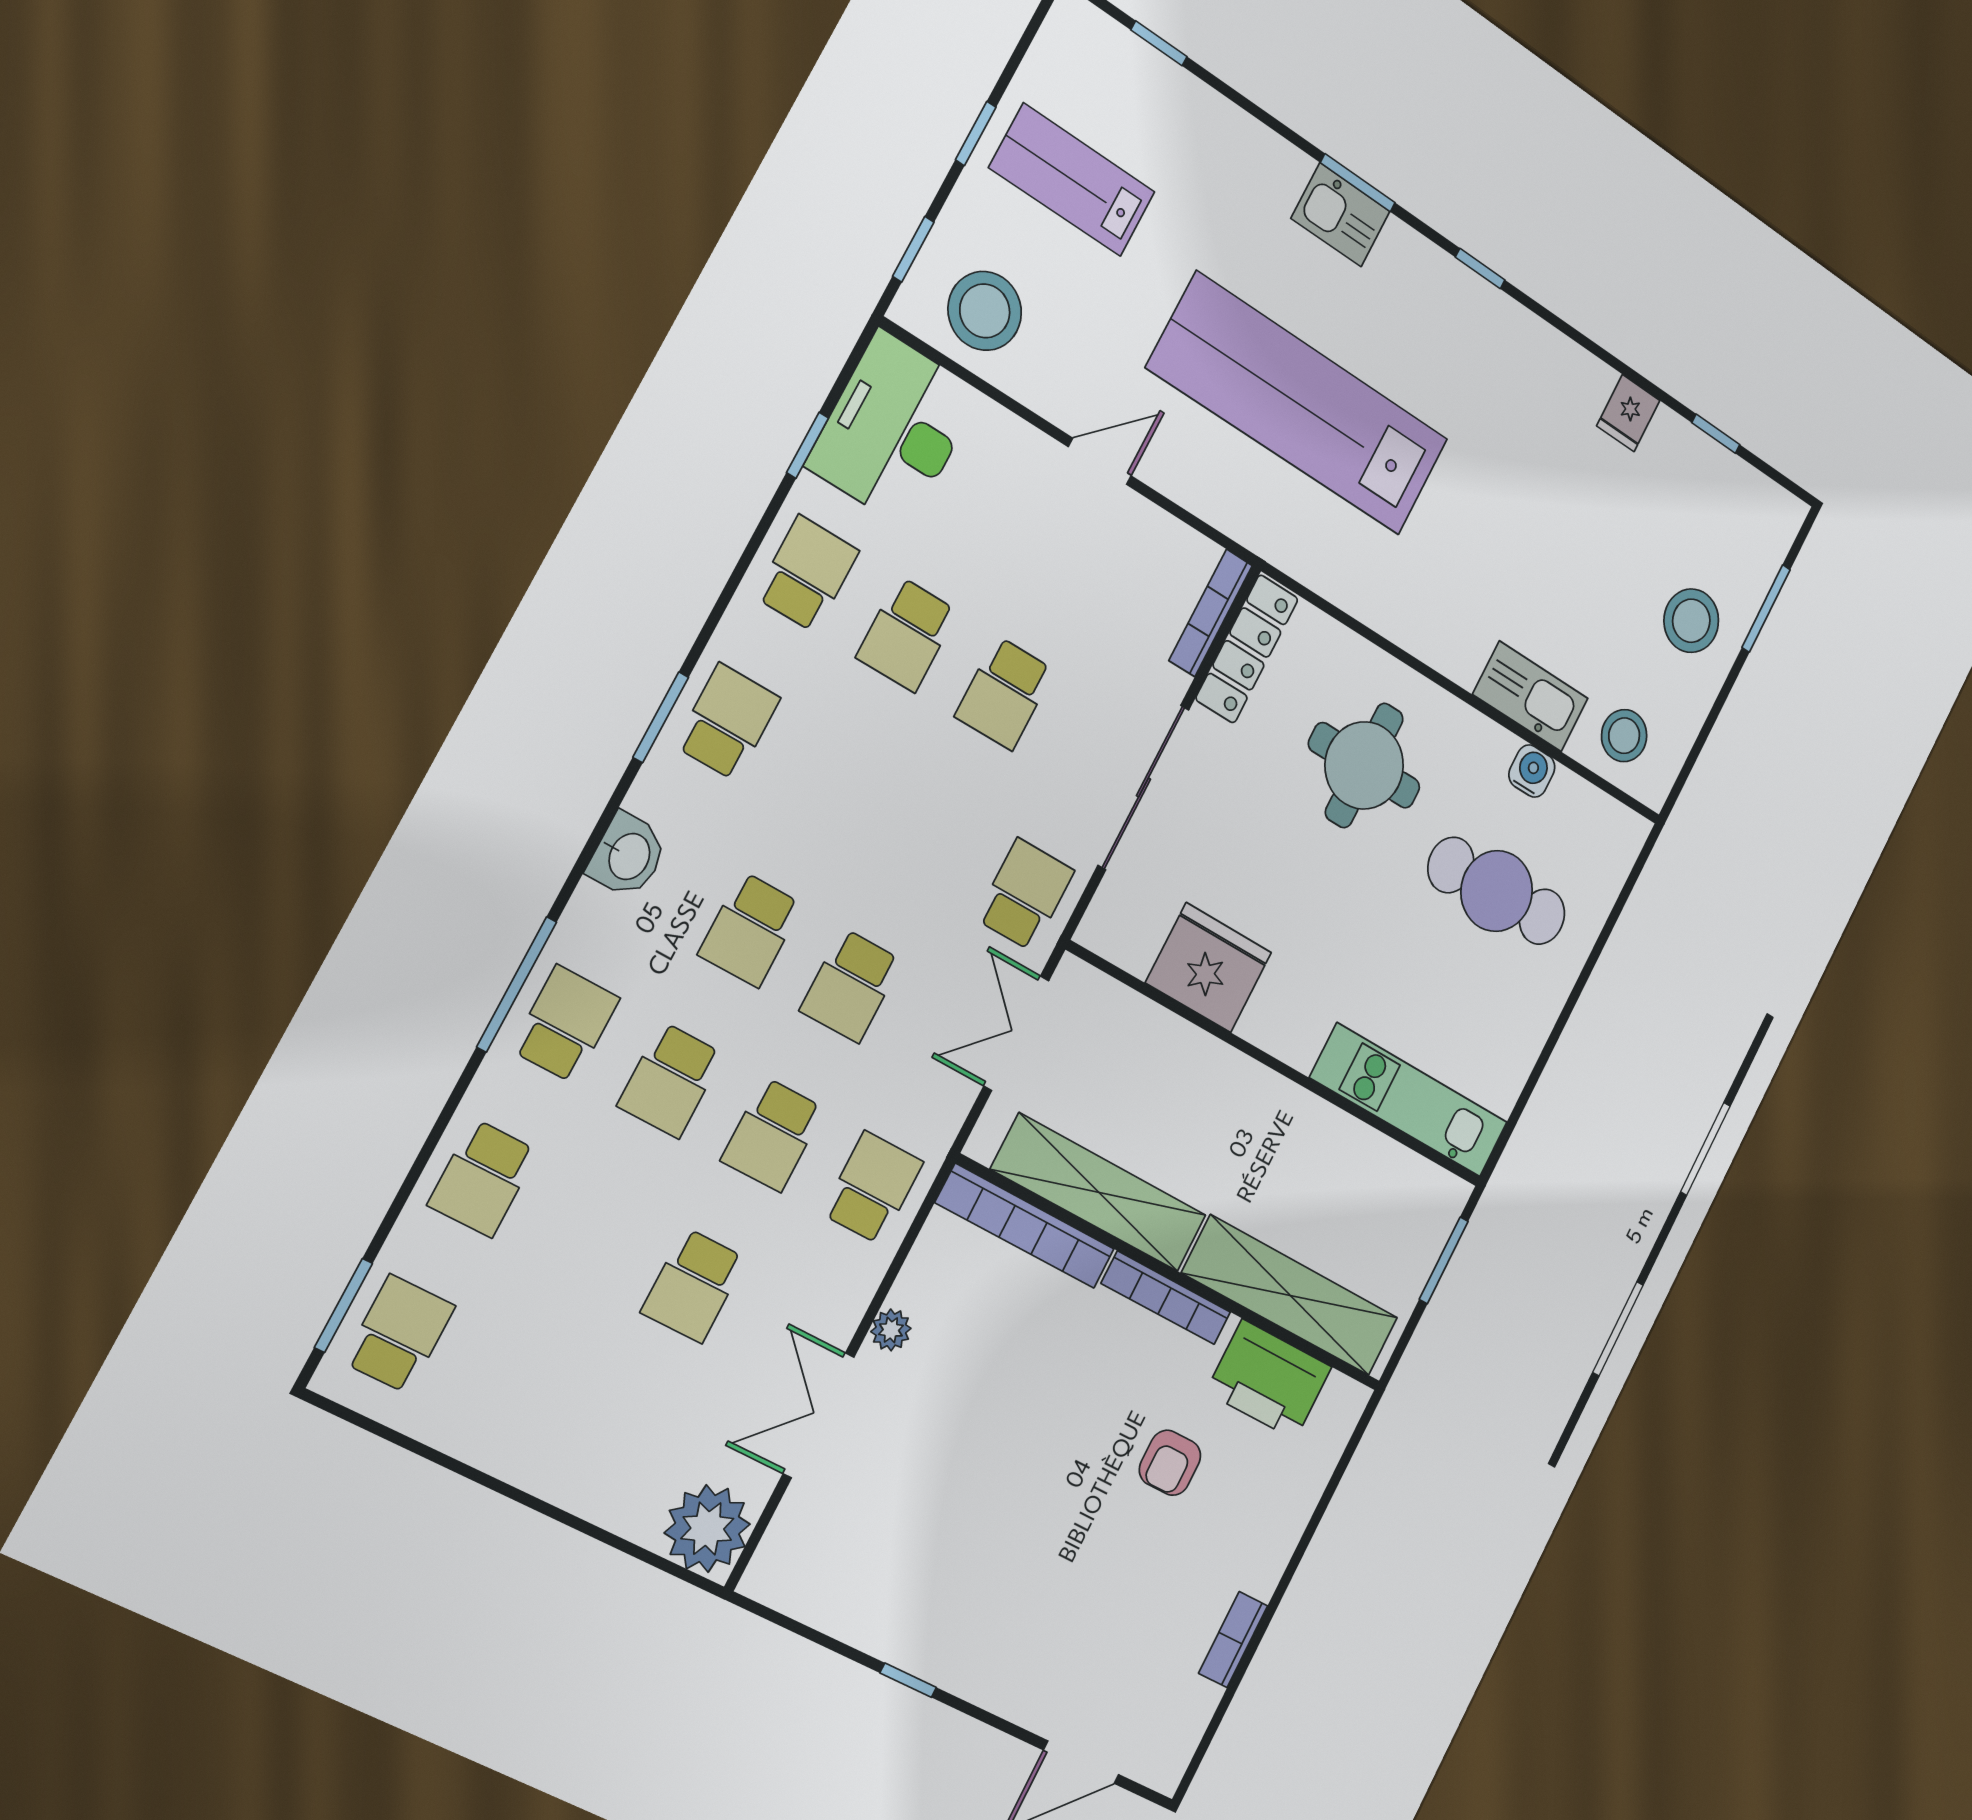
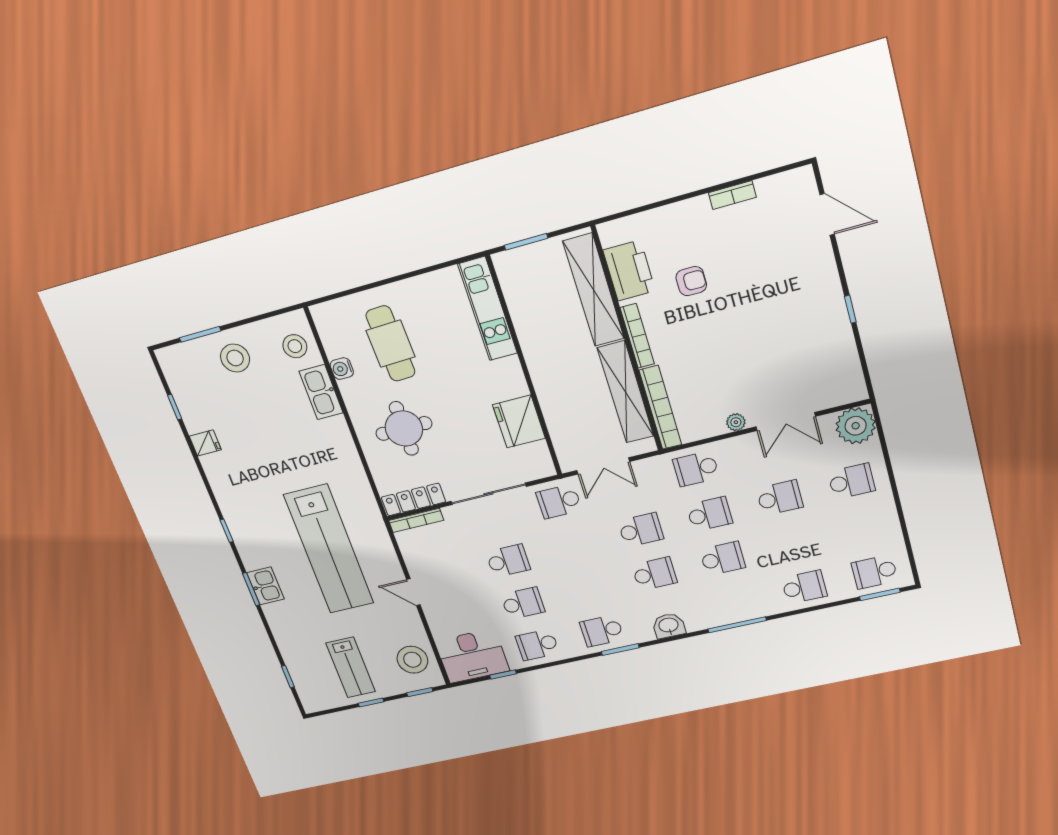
school desk: (565, 1024) -> (851, 481), moved, turned 180

